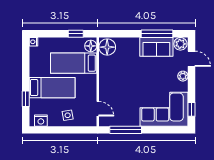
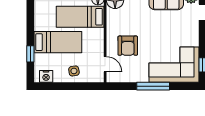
plant: (183, 76) -> (194, 30), removed
armchair: (119, 91) -> (128, 46), added
window: (126, 130) -> (153, 86), moved

